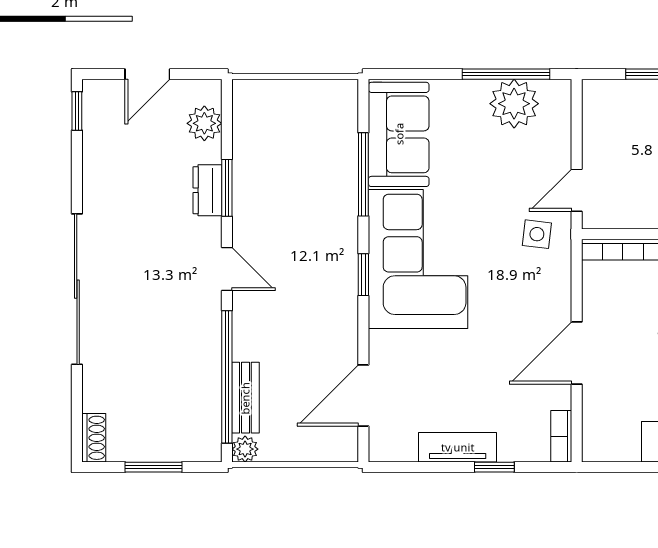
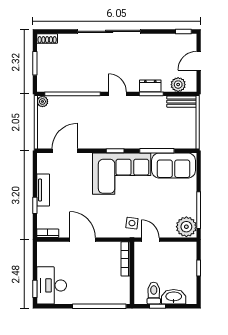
door: (147, 74) -> (199, 61), hinge flipped
plant: (514, 104) -> (186, 227), moved
door: (227, 269) -> (117, 94), swing flipped
door: (363, 395) -> (65, 151), hinge flipped
bench: (245, 398) -> (182, 102), moved

